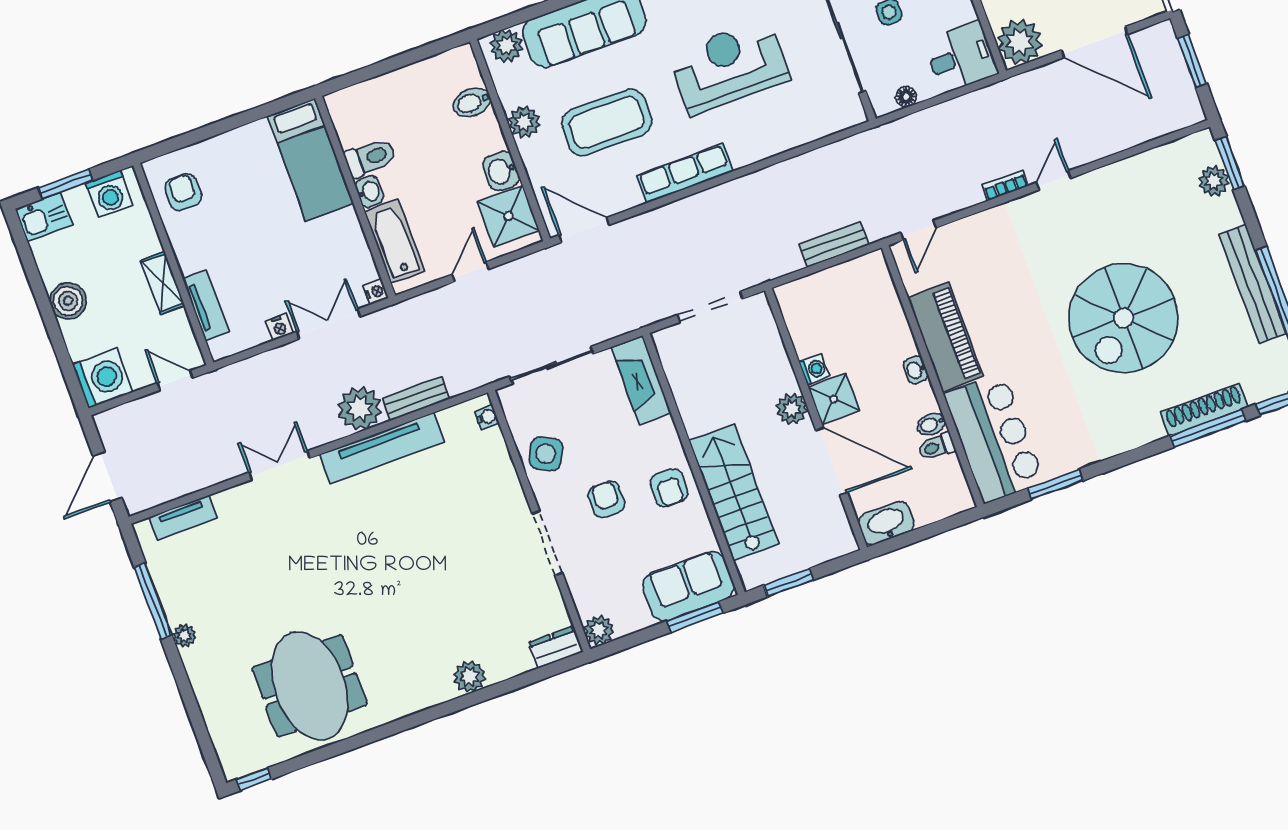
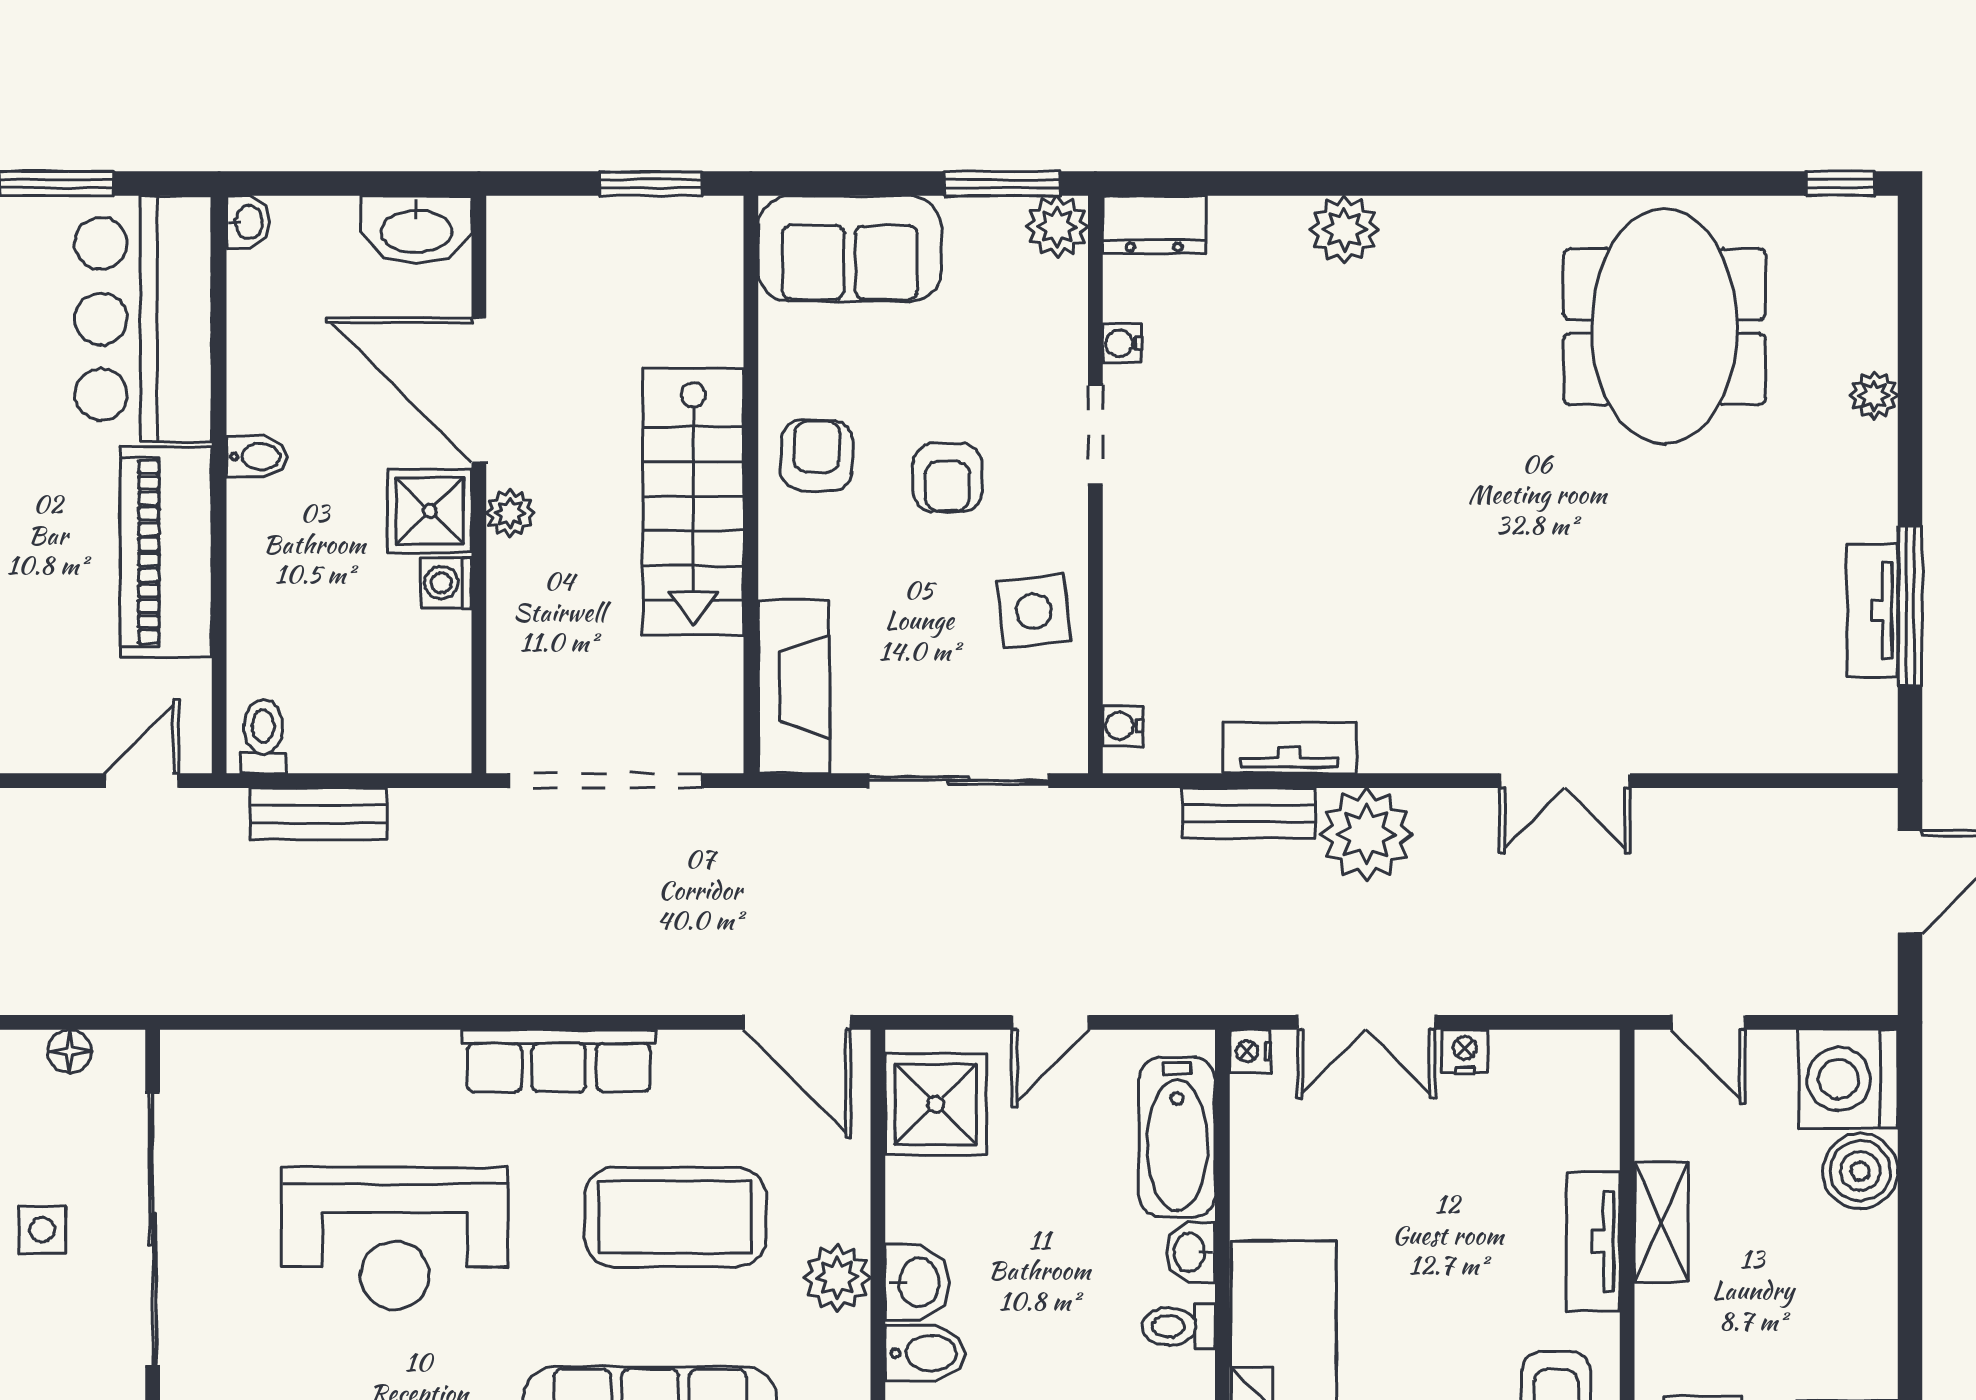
toilet: (370, 158) -> (1179, 1326), width x0.73, depth x0.72
washbasin: (501, 171) -> (917, 1282), moved
boiler: (68, 301) -> (1860, 1171), moved
tv unit: (206, 305) -> (1593, 1241), moved
doorway: (710, 307) -> (606, 781), width x1.36
washbasin: (916, 370) -> (248, 222), moved
plant: (792, 409) -> (510, 513), width x0.73, depth x0.73
bidet: (931, 424) -> (257, 457), moved
toilet: (936, 447) -> (263, 737), moved, turned -90
tv unit: (382, 448) -> (1290, 748), width x0.52, depth x0.78
side table: (546, 454) -> (1034, 611), turned -33
stairs: (734, 492) -> (693, 502), moved
tv unit: (183, 518) -> (1872, 611), moved, turned -90
doorway: (547, 543) -> (1095, 435), width x0.73
water cooler: (550, 589) -> (1122, 343), added
window: (695, 617) -> (1002, 183), moved
plant: (184, 636) -> (1874, 395), moved

